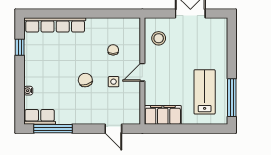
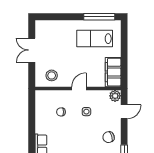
door: (142, 72) -> (79, 88), swing flipped
chair: (85, 80) -> (109, 137), moved
plant: (133, 117) -> (115, 96), added

